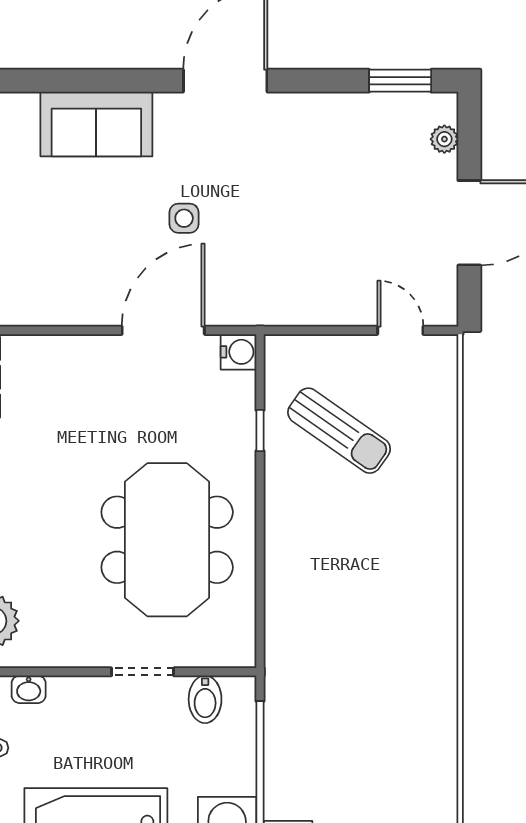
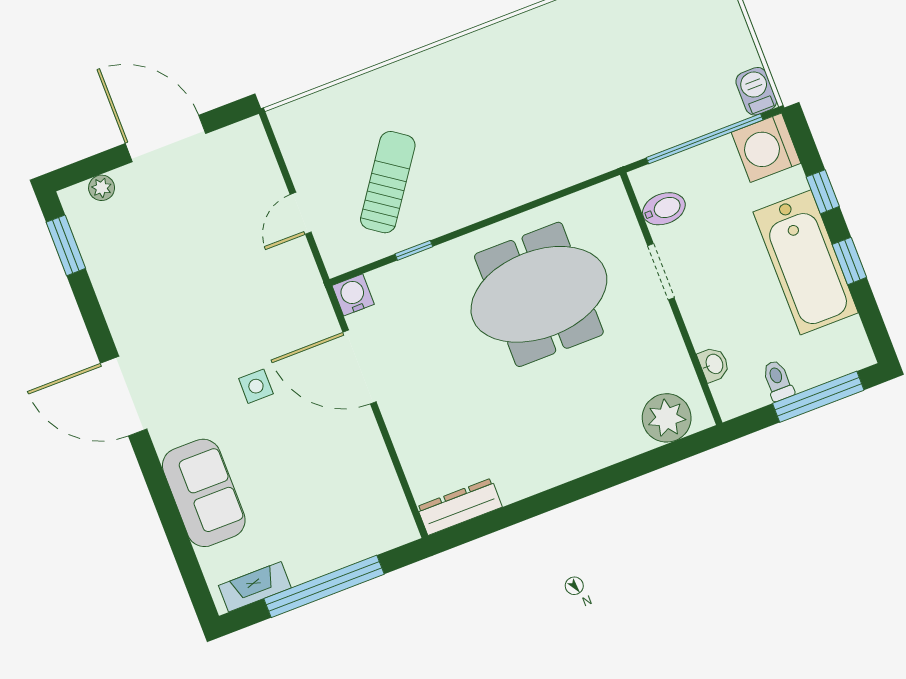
door: (400, 330) -> (301, 213), moved

